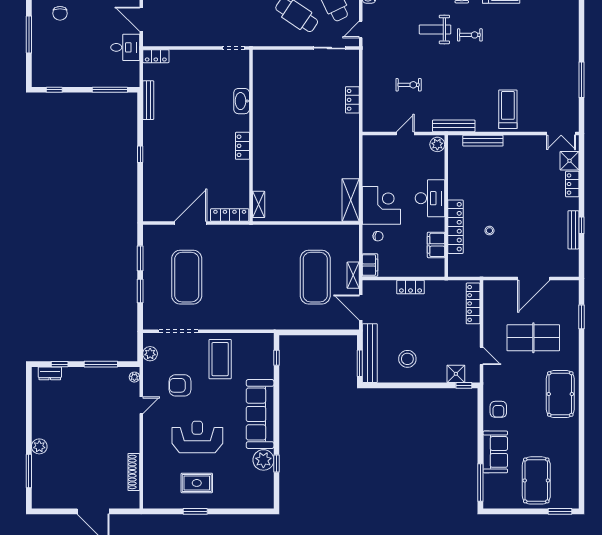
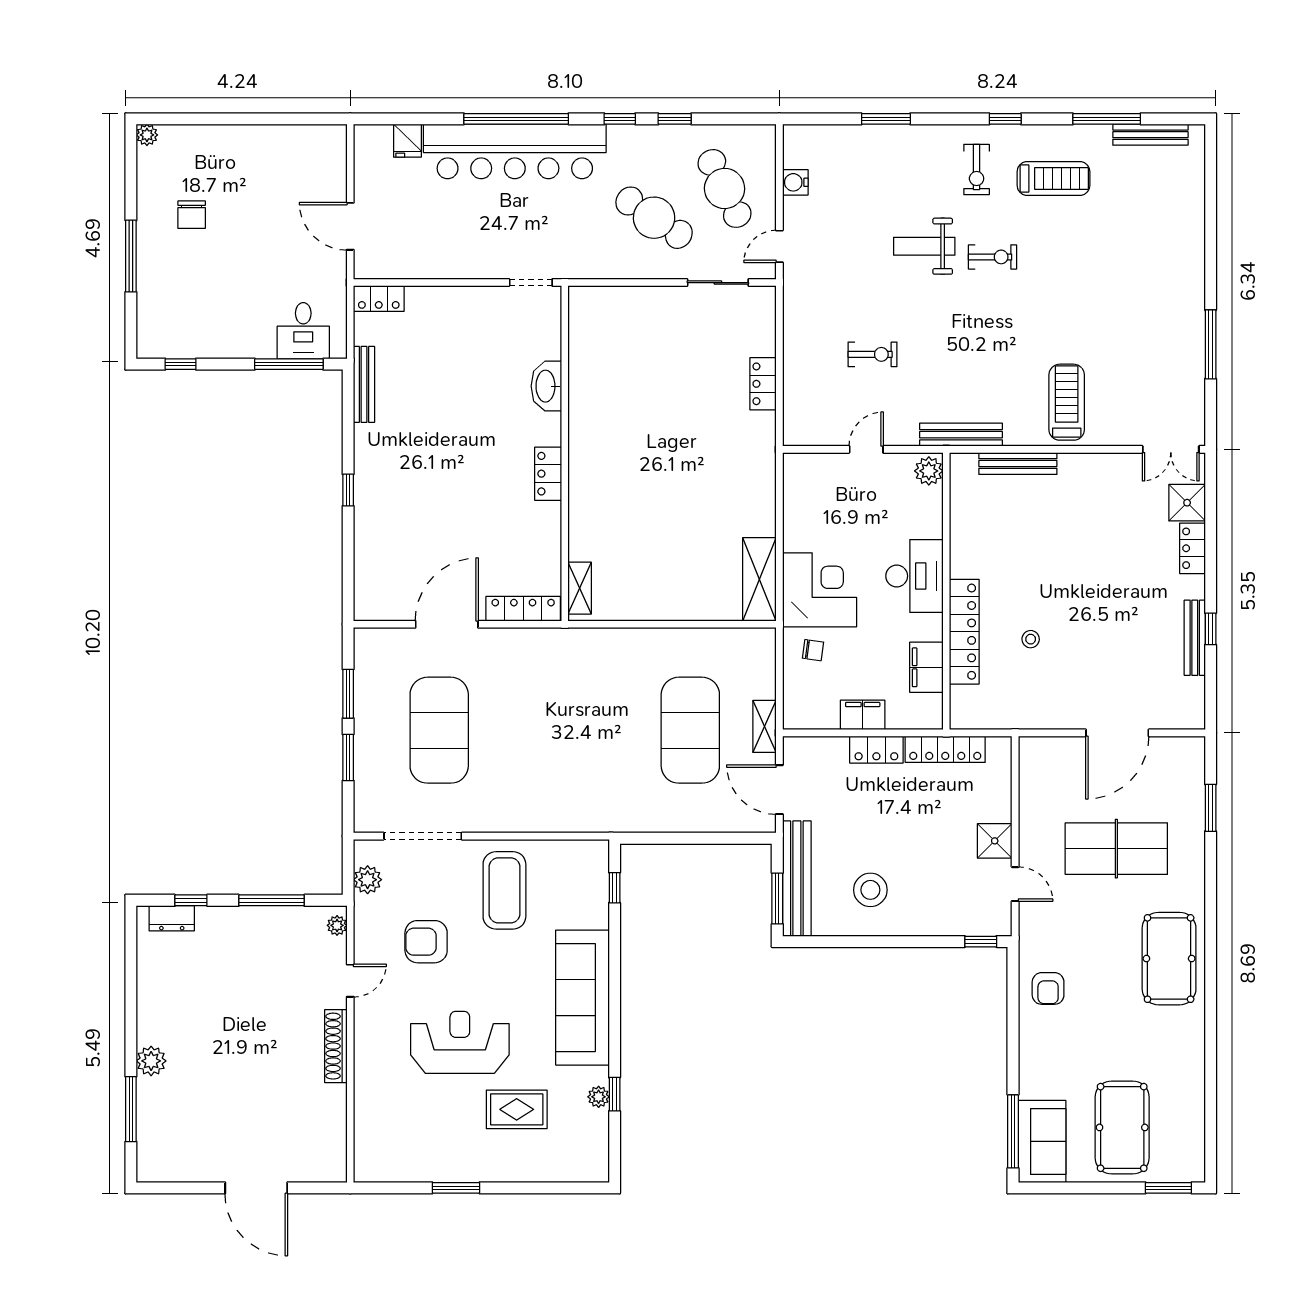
desk: (125, 47) -> (303, 331), moved, turned 90
filing cabinet: (370, 265) -> (863, 715), moved, turned -90
locker: (473, 303) -> (945, 749), moved, turned -90
shower: (456, 374) -> (995, 841), moved
sofa: (495, 452) -> (1042, 1141), moved
plant: (263, 460) -> (599, 1097), width x0.53, depth x0.53
shoe rack: (134, 472) -> (336, 1046), moved
rug: (197, 483) -> (517, 1109), moved

